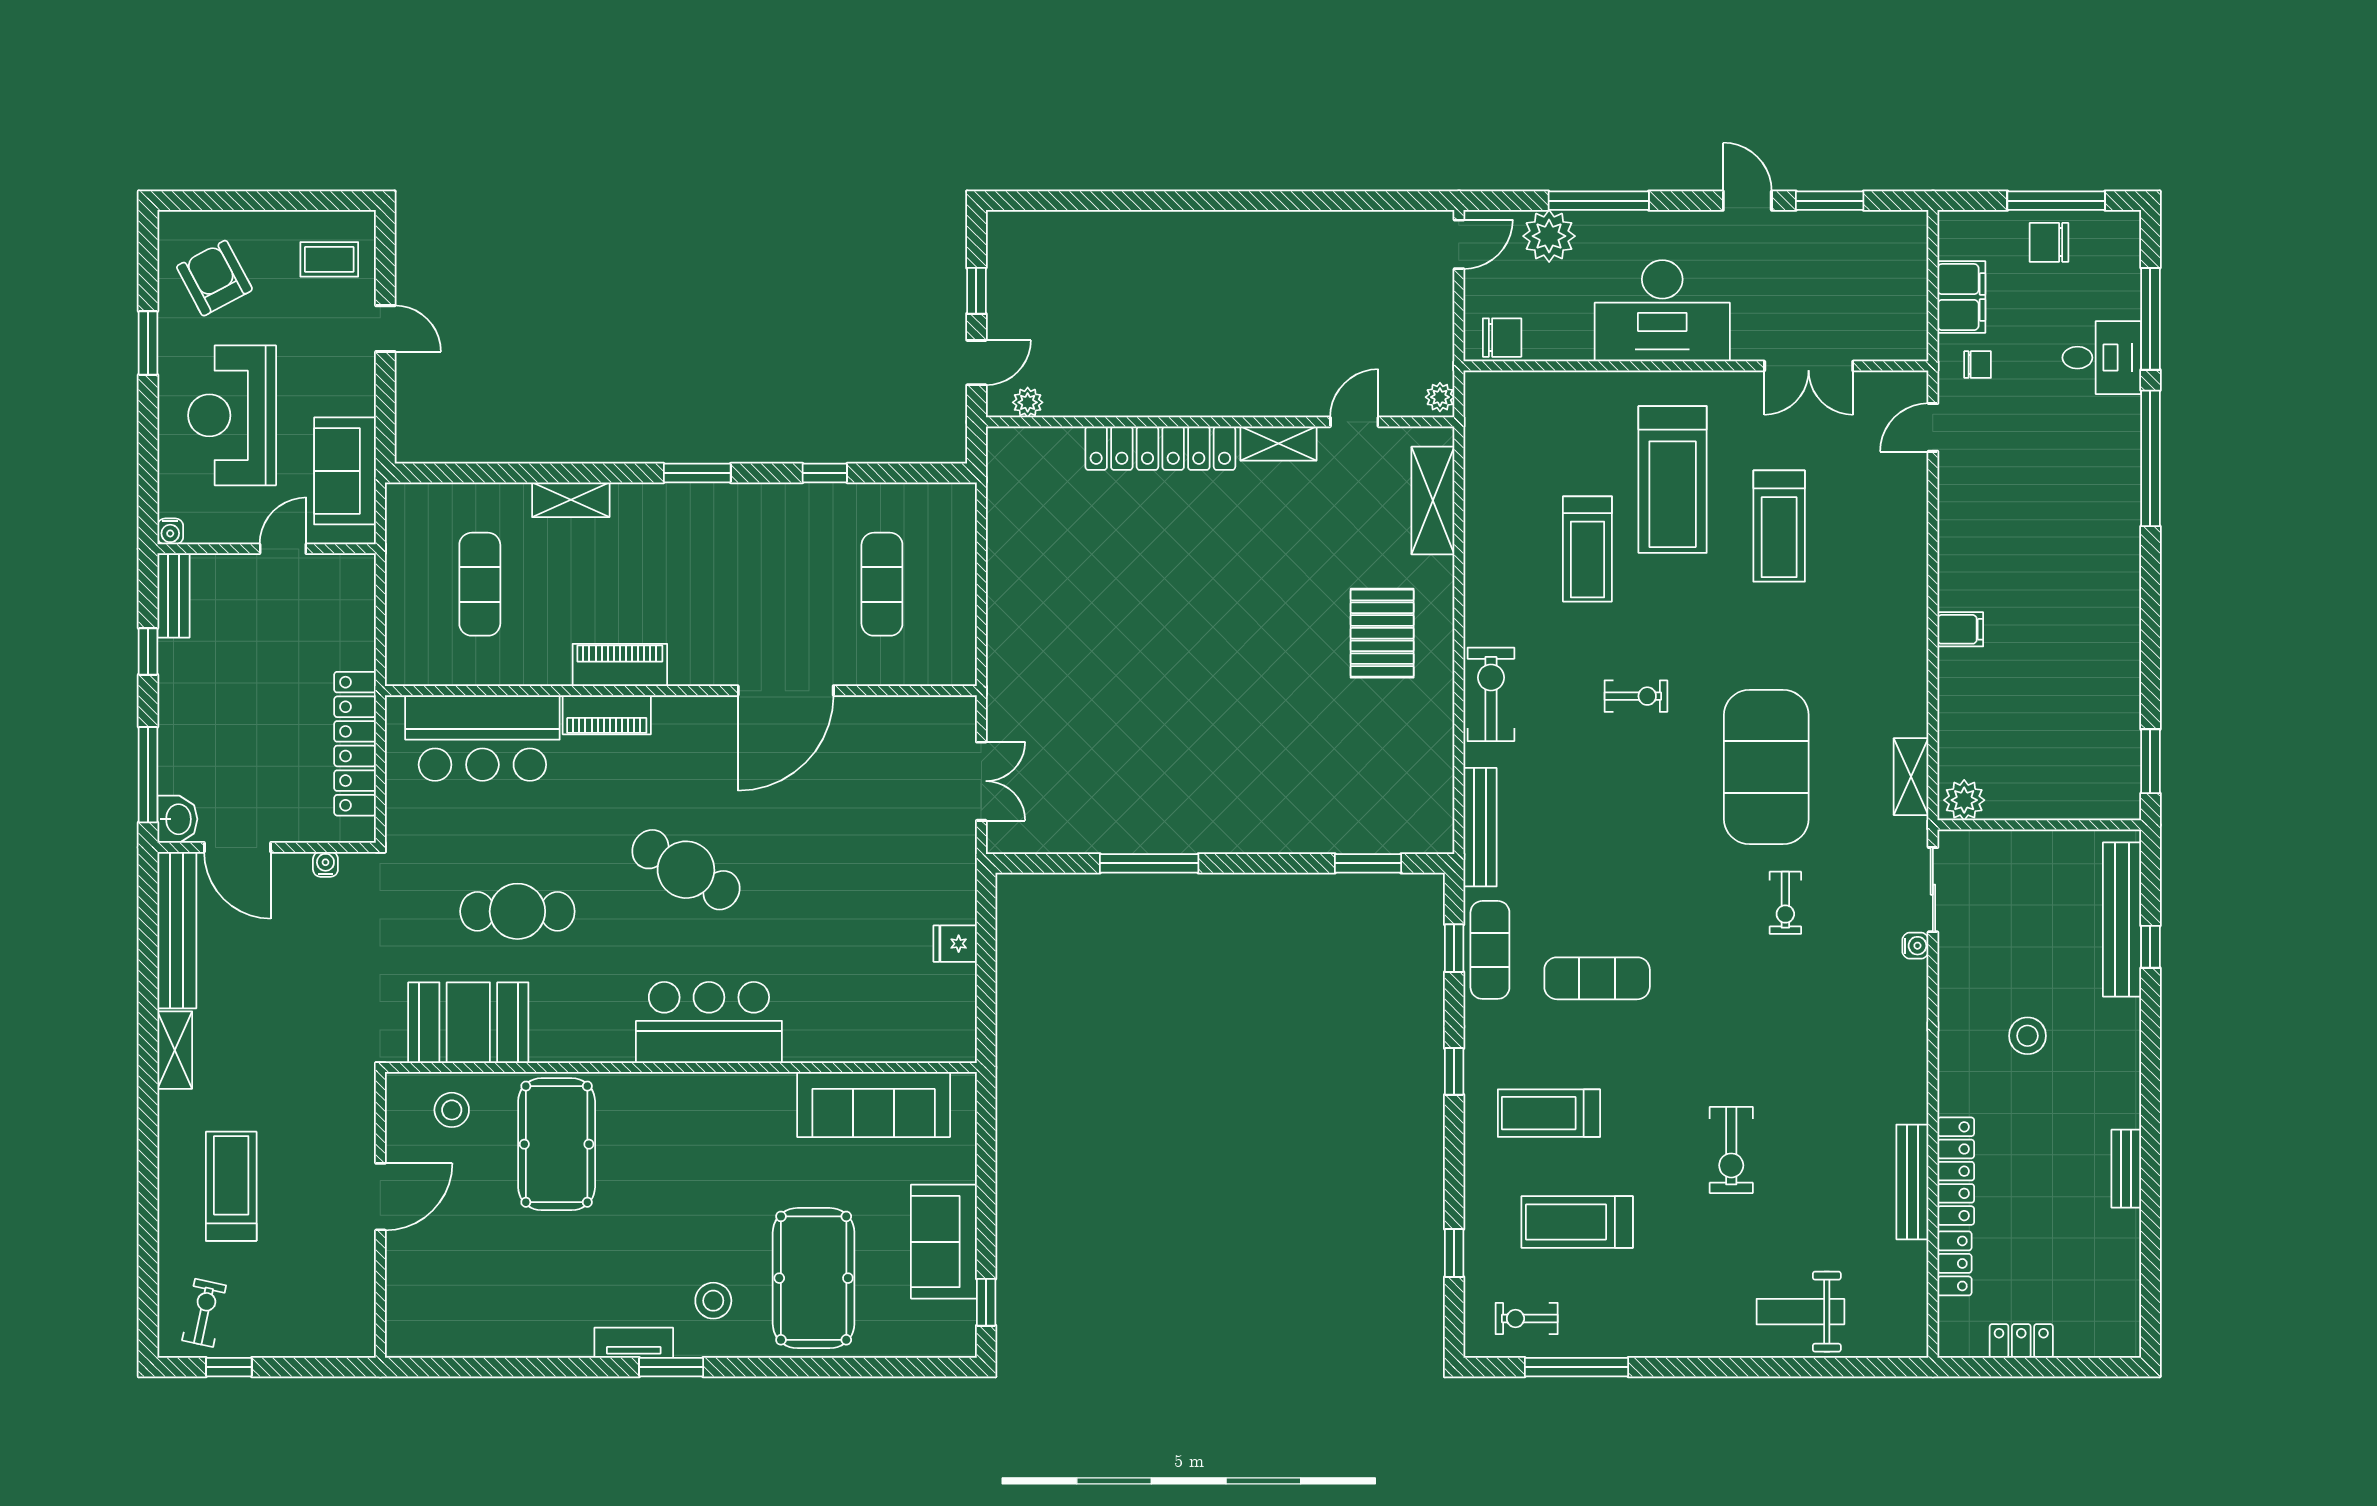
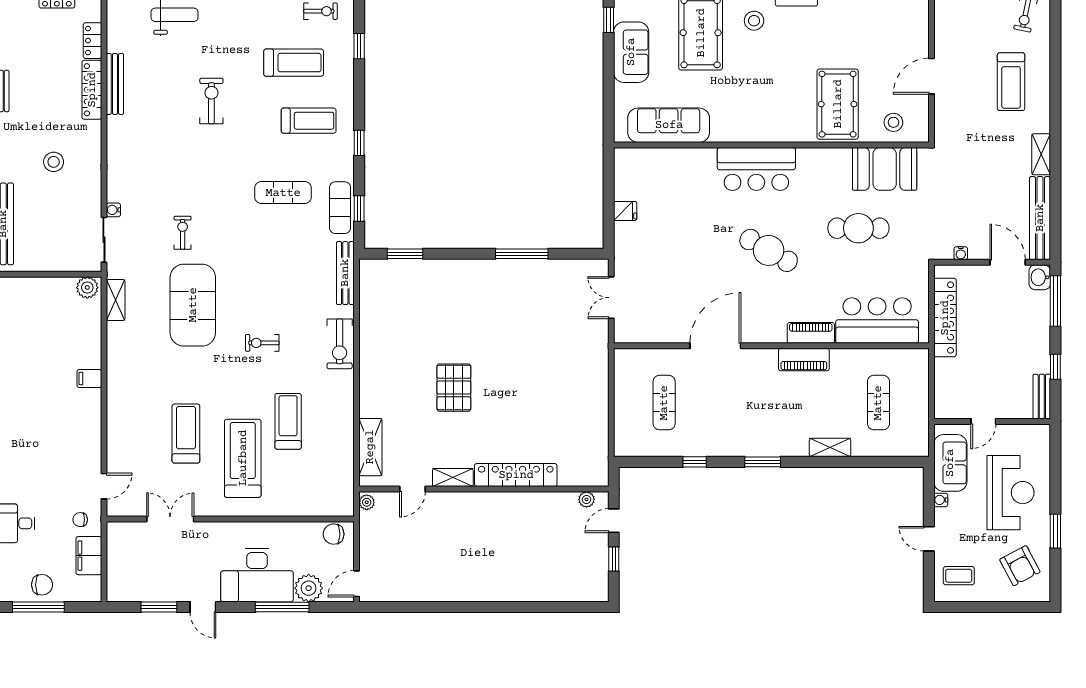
desk: (1662, 311) -> (257, 575), moved, turned 180
water cooler: (170, 531) -> (941, 500), moved, turned -90
pallet: (1382, 633) -> (454, 388), moved

